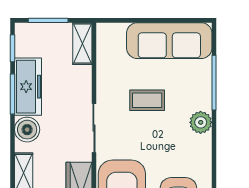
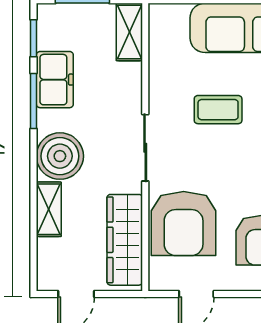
freezer: (28, 87) -> (55, 80), width x0.71
boiler: (27, 130) -> (60, 156), width x1.37, depth x1.37

